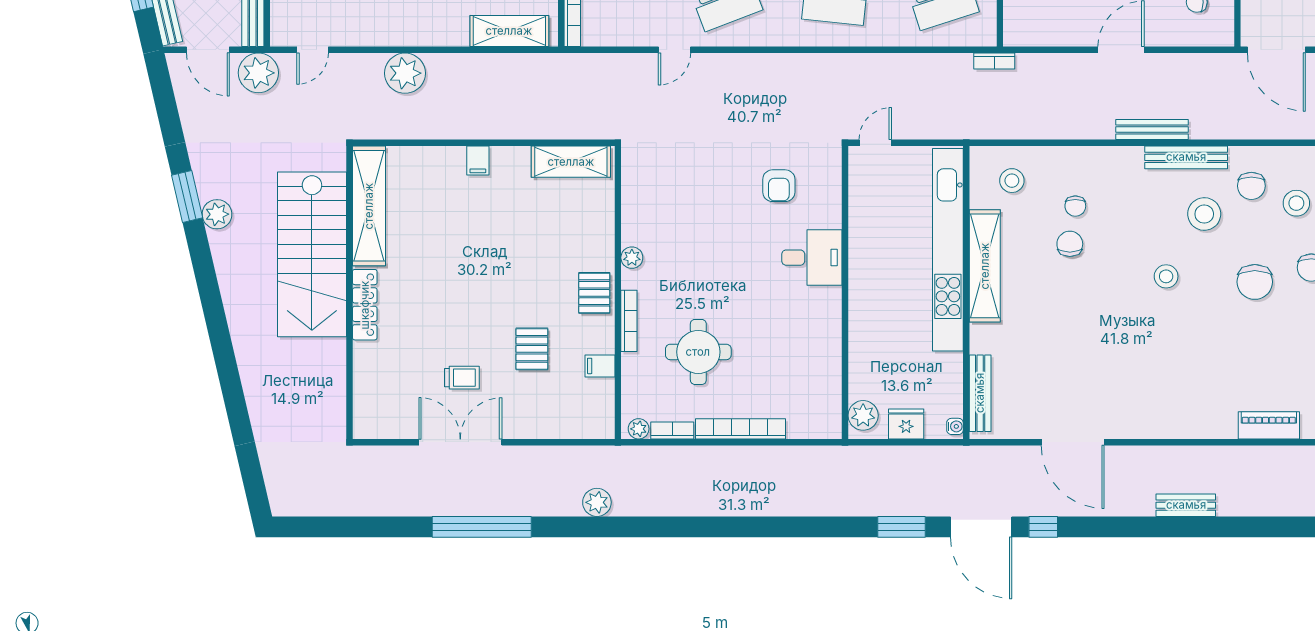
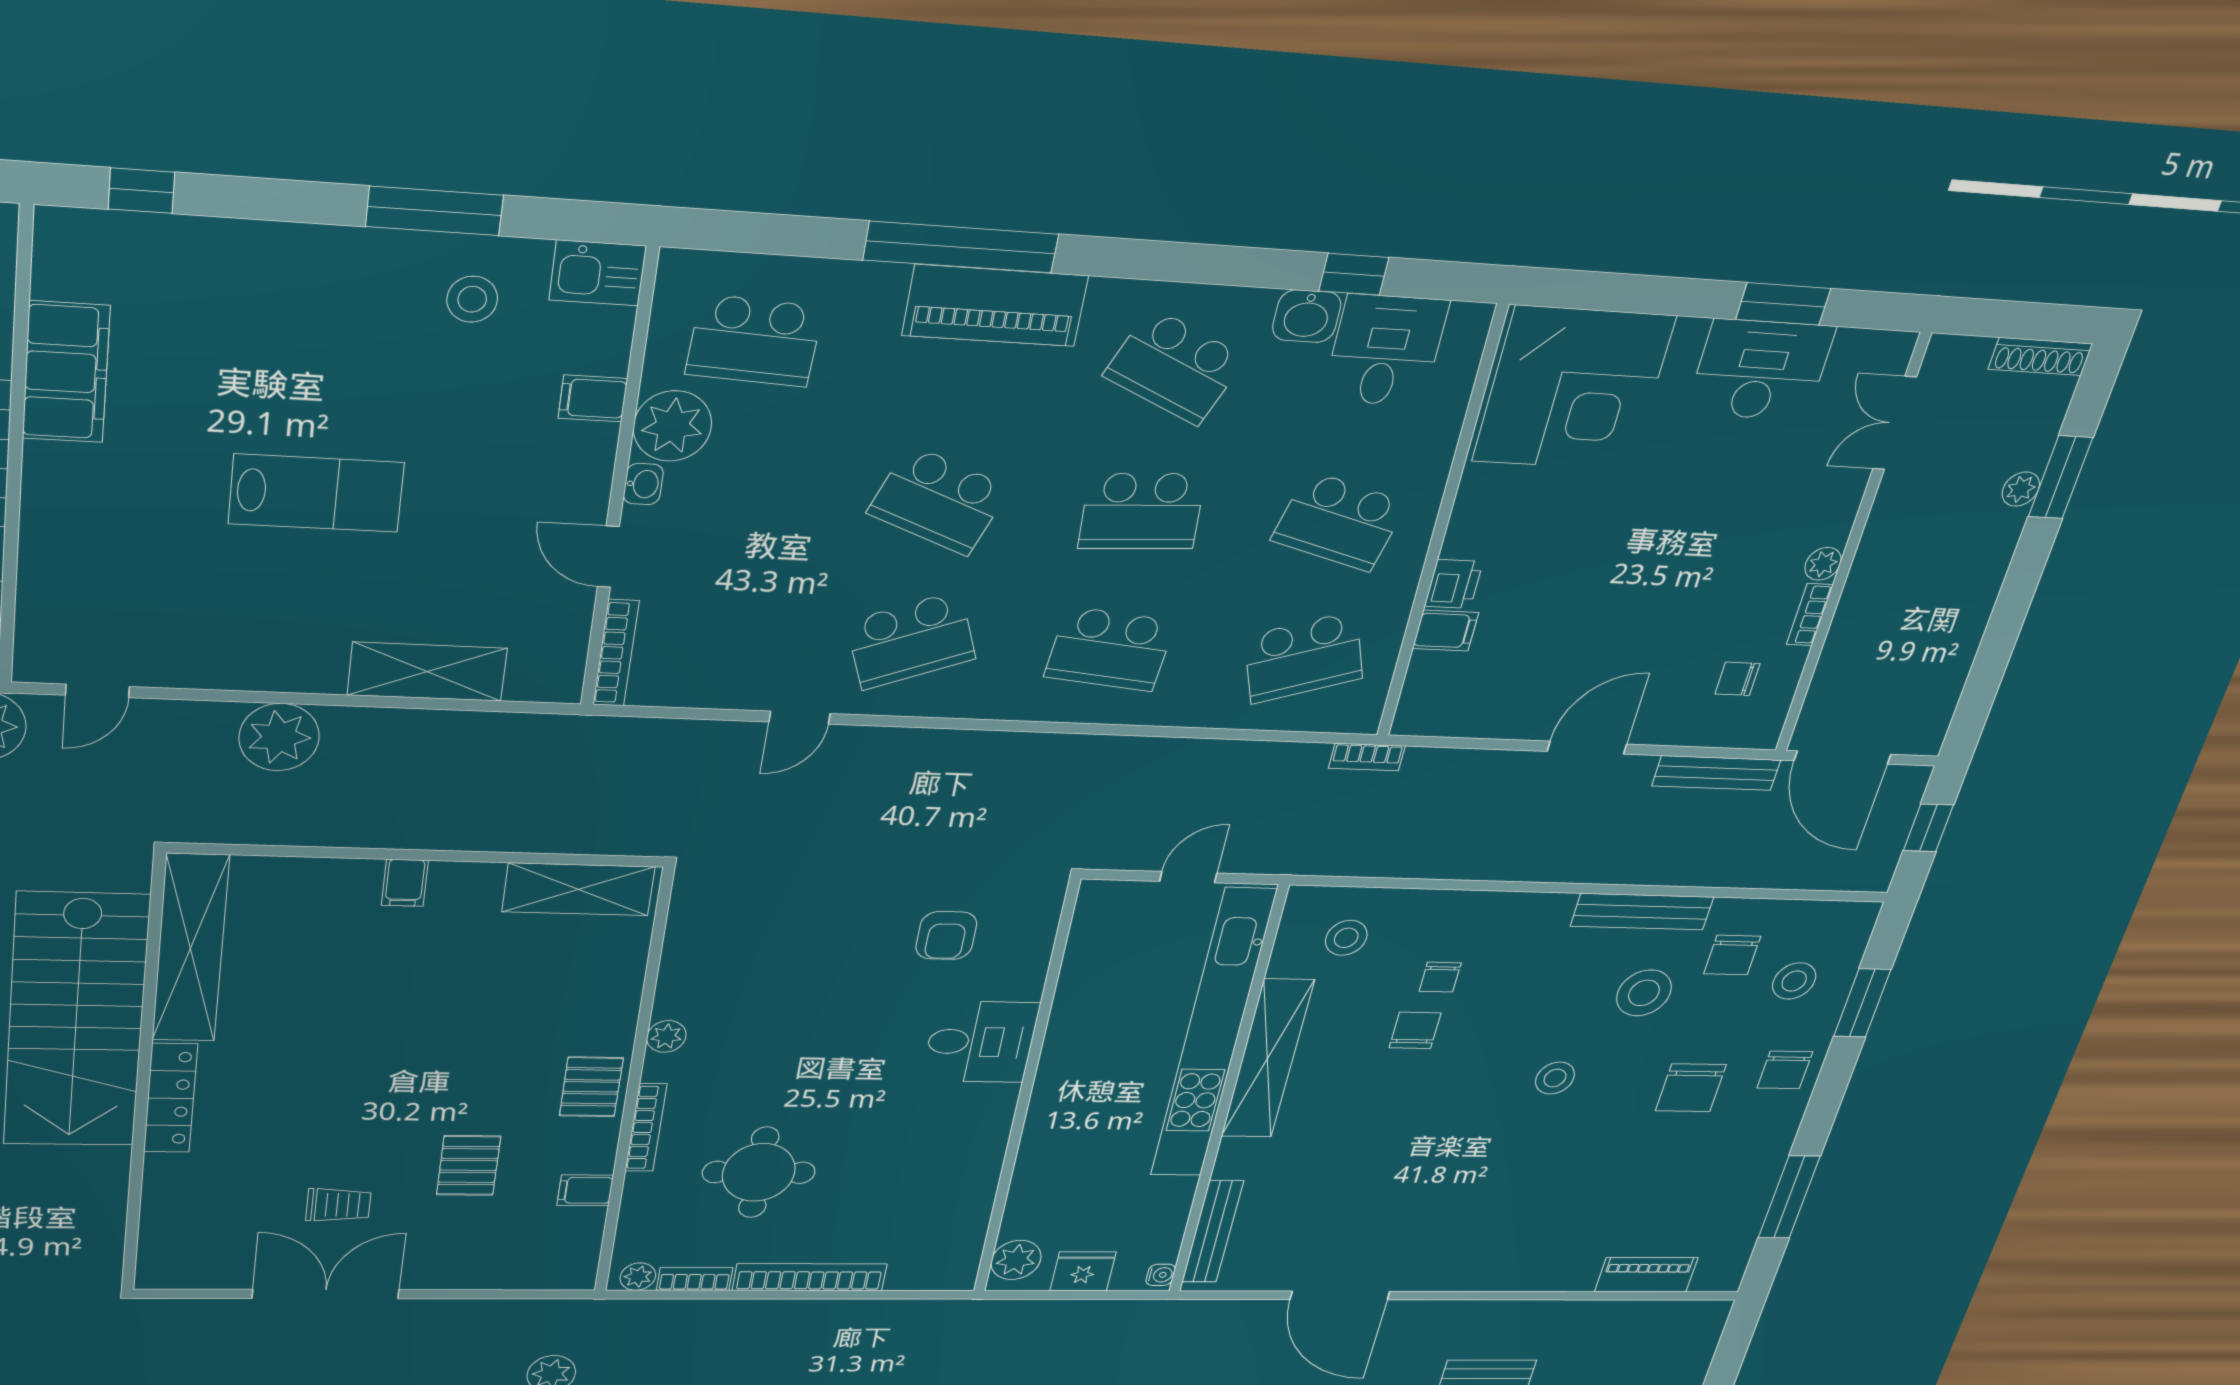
shelving: (509, 31) -> (427, 672), moved
bench: (1152, 130) -> (1716, 773), moved
door: (875, 143) -> (1188, 877), moved

